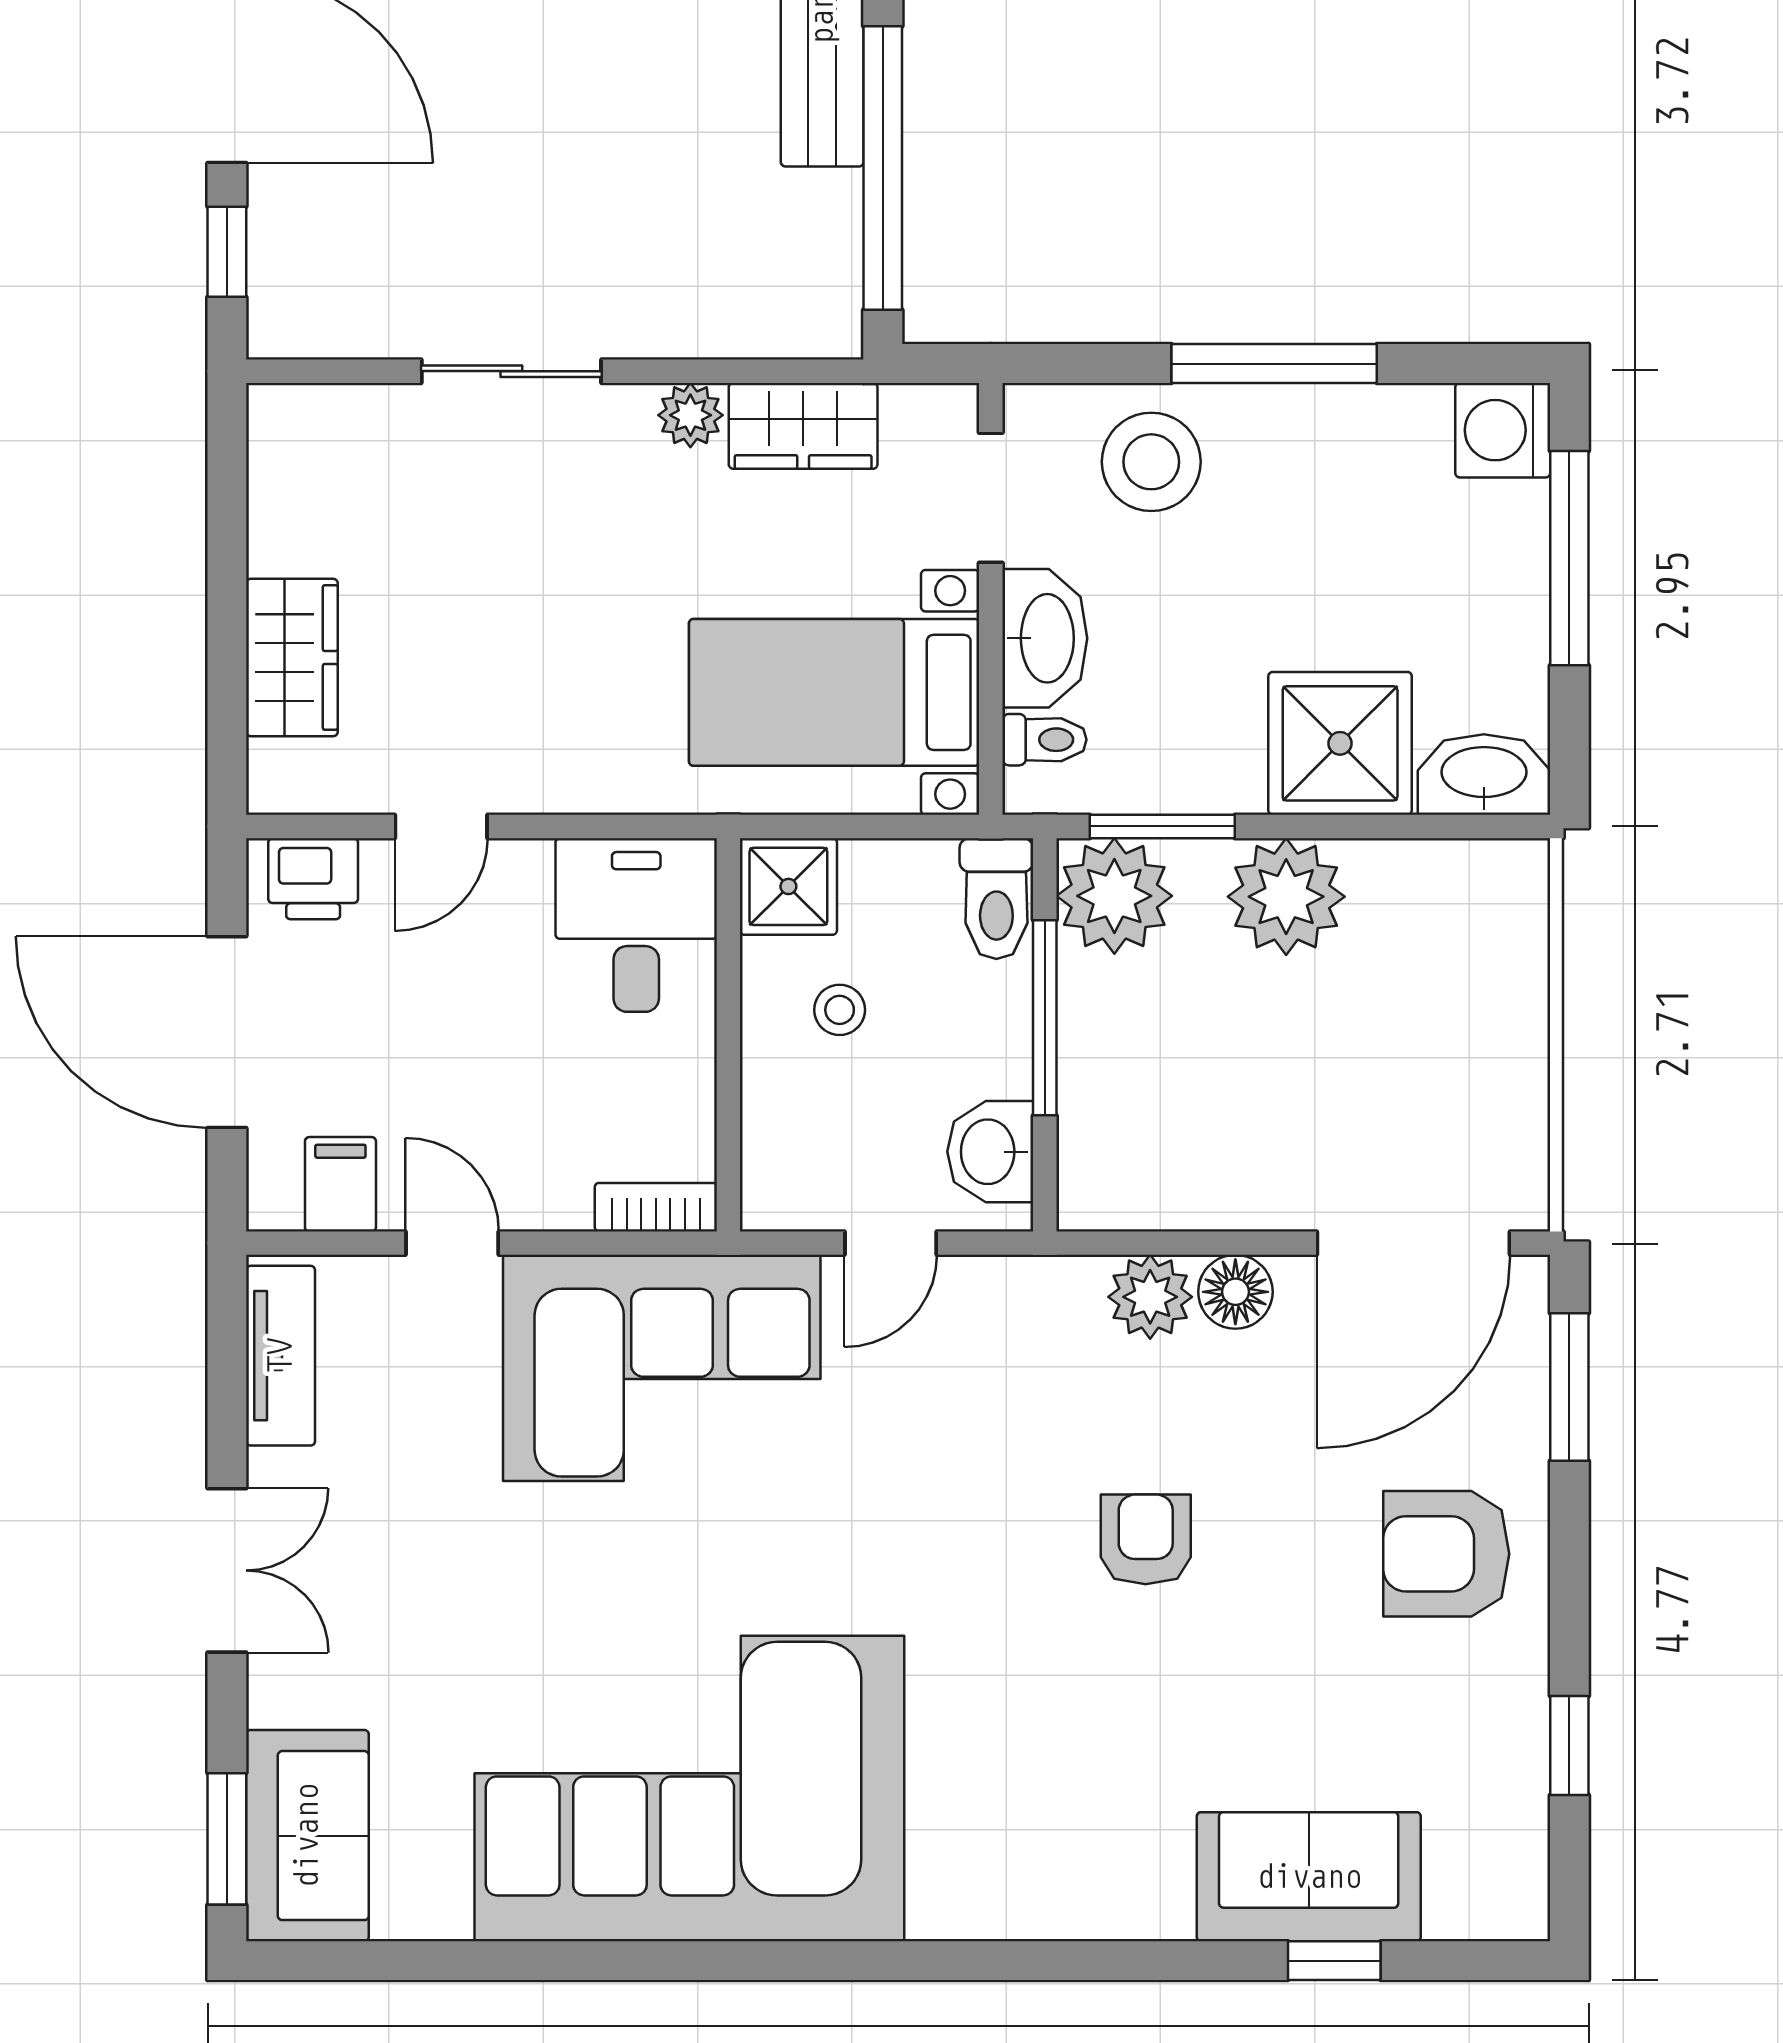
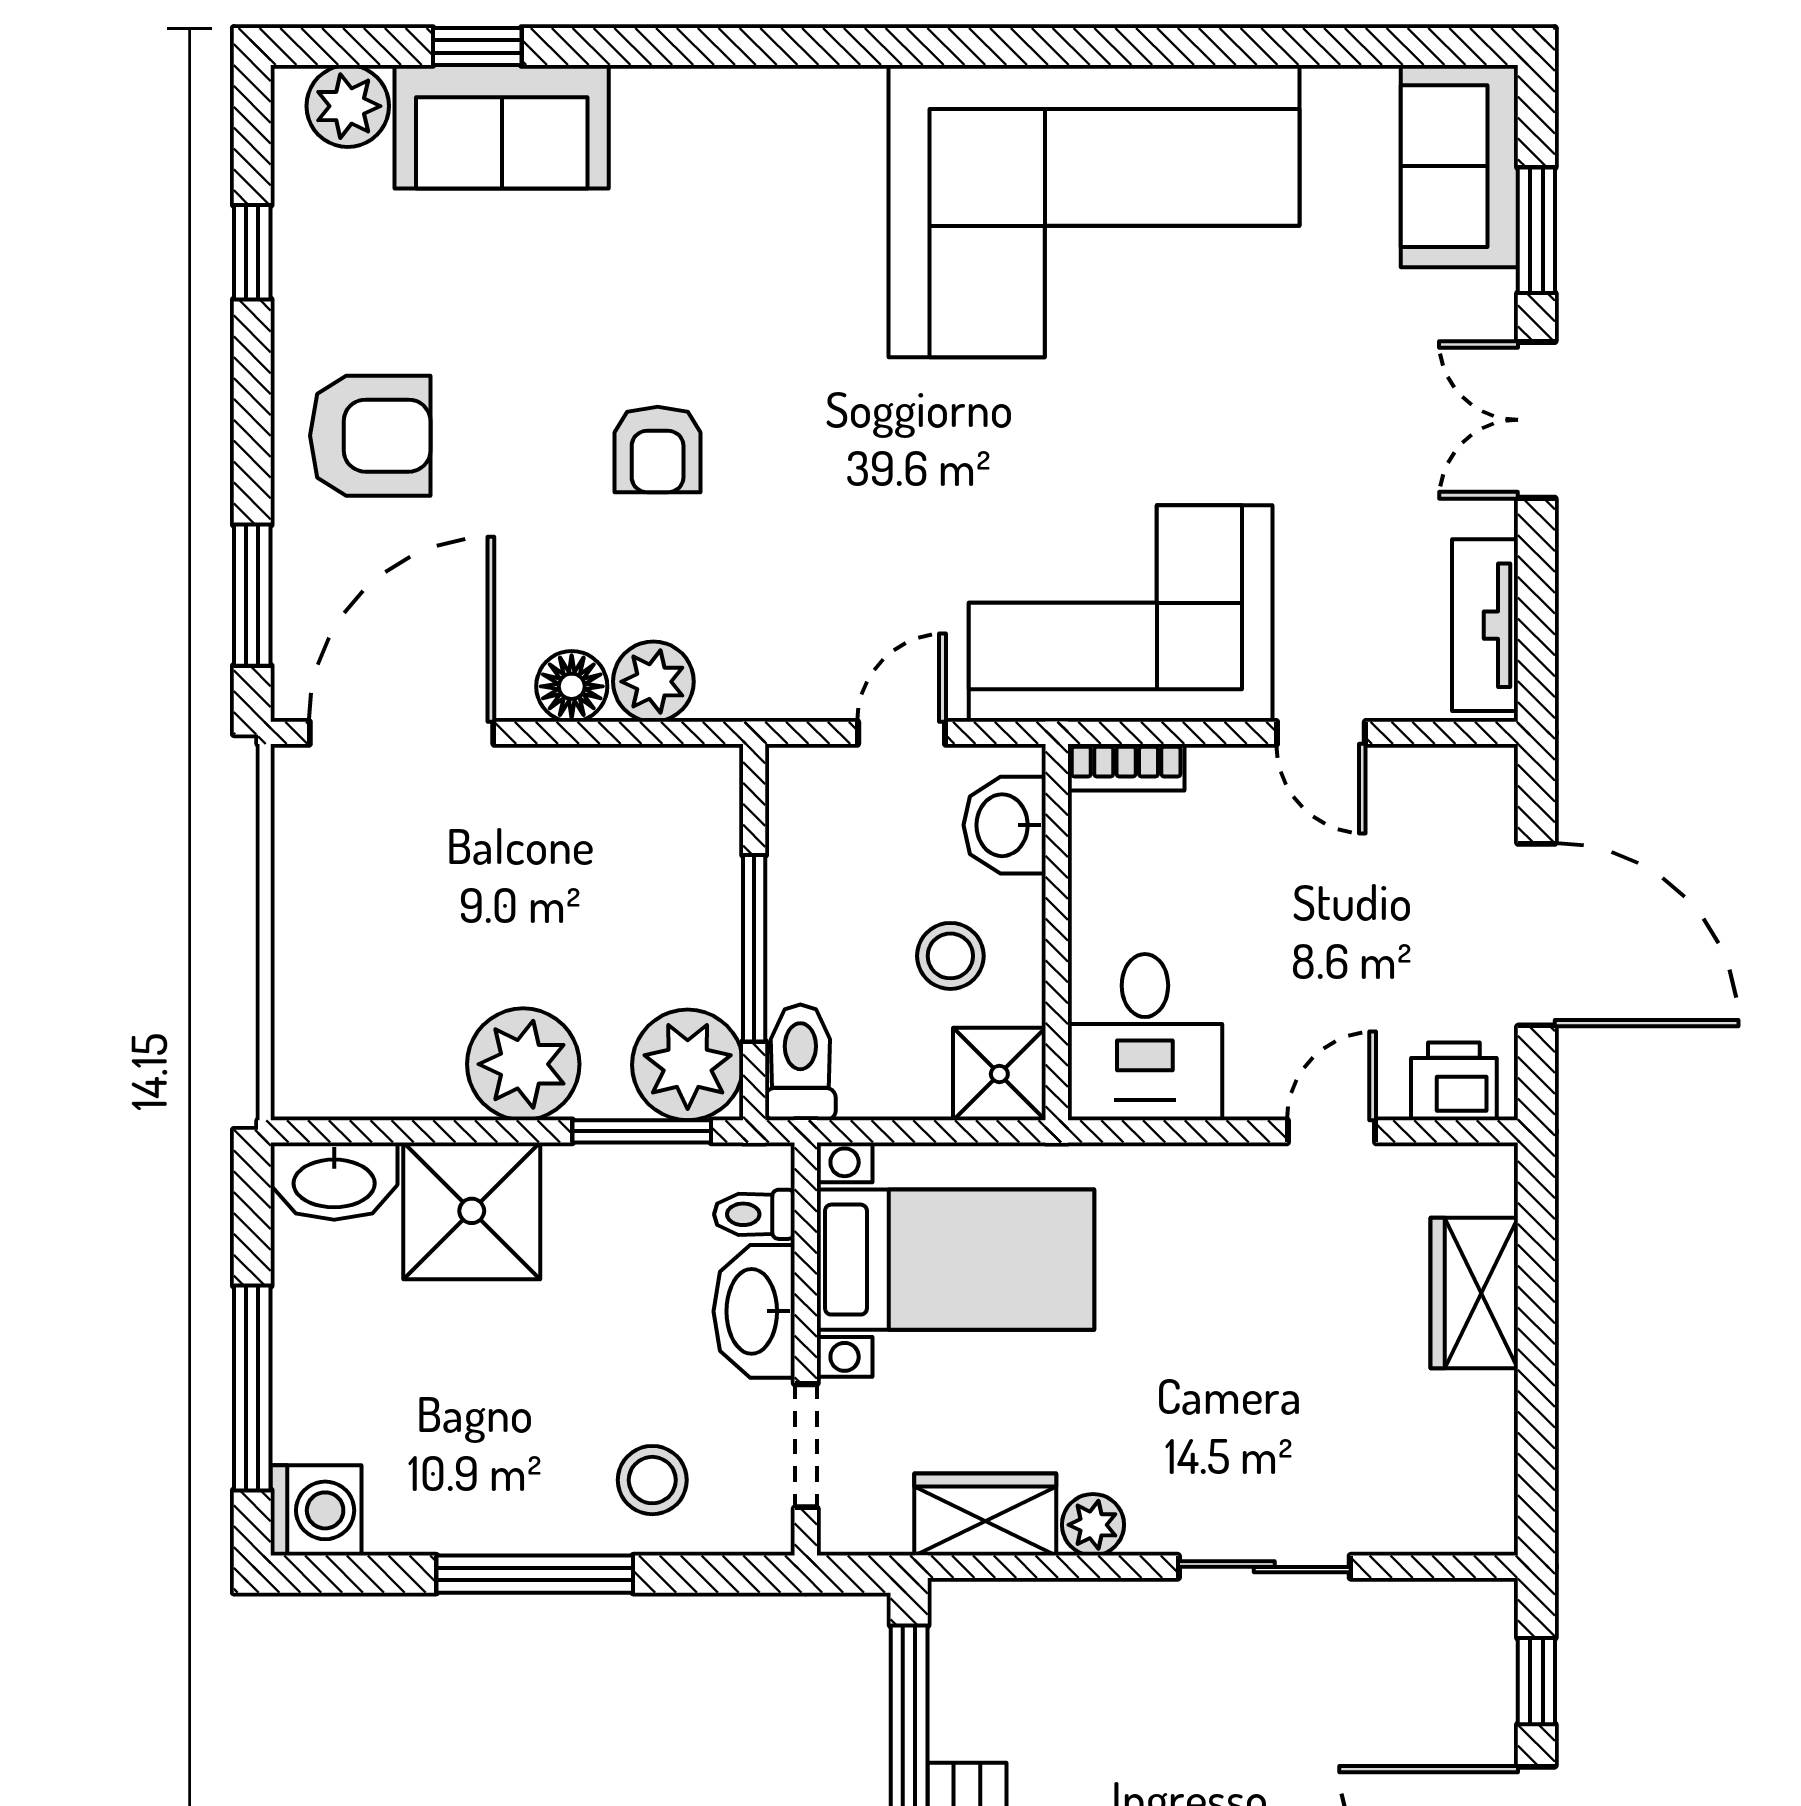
stool: (1151, 462) -> (652, 1480), width x0.73, depth x0.73
stool: (840, 1010) -> (950, 956), width x1.37, depth x1.37
washbasin: (990, 1152) -> (1005, 825), moved, turned 180
filing cabinet: (340, 1184) -> (1428, 789), removed
window: (227, 1839) -> (1536, 230), moved
plant: (1470, 1898) -> (348, 106), added

